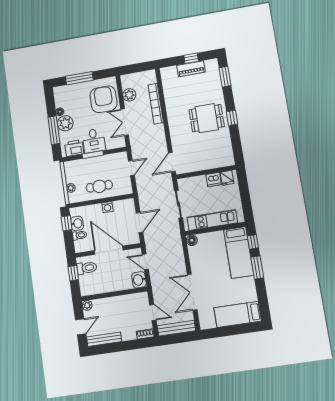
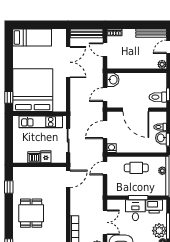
dining table: (207, 118) -> (31, 213), turned 90
window: (232, 118) -> (9, 187), moved
door: (131, 168) -> (105, 168), moved
fridge: (227, 178) -> (46, 157), moved
washing machine: (107, 207) -> (112, 148), moved
floor lamp: (192, 240) -> (61, 107), removed
bed: (239, 252) -> (33, 90), width x2.04
door: (145, 262) -> (105, 95), swing flipped
window: (257, 267) -> (9, 75), removed

